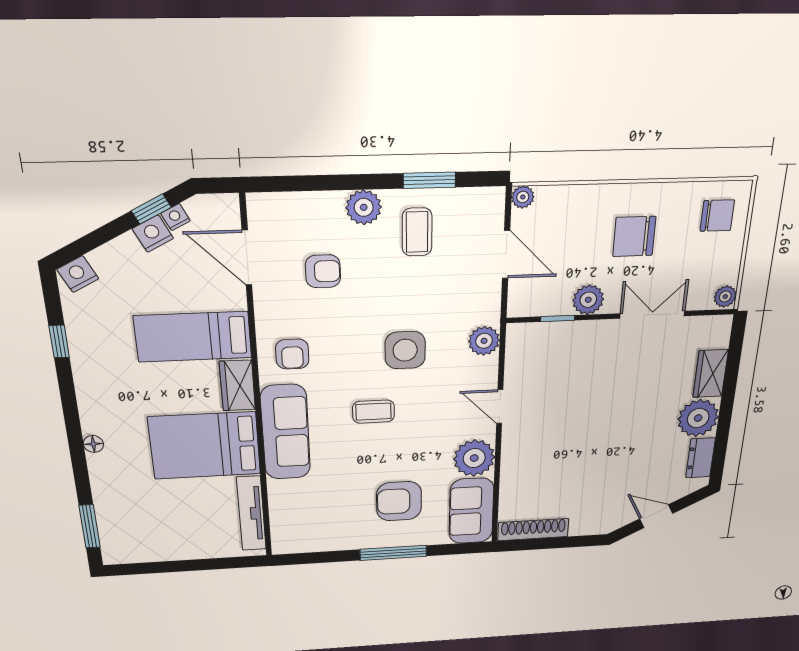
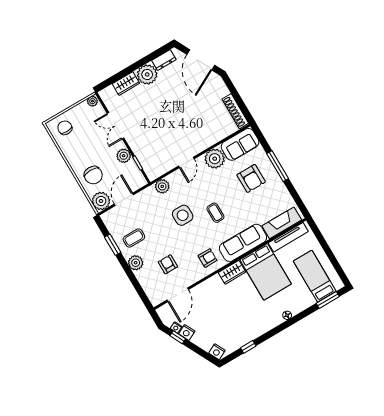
plant: (523, 197) -> (101, 201), width x1.87, depth x1.87
chair: (634, 236) -> (93, 175), moved
bed: (193, 337) -> (315, 276), moved, turned 180
fireplace: (285, 514) -> (282, 223), added
door: (656, 516) -> (201, 60), width x1.88

